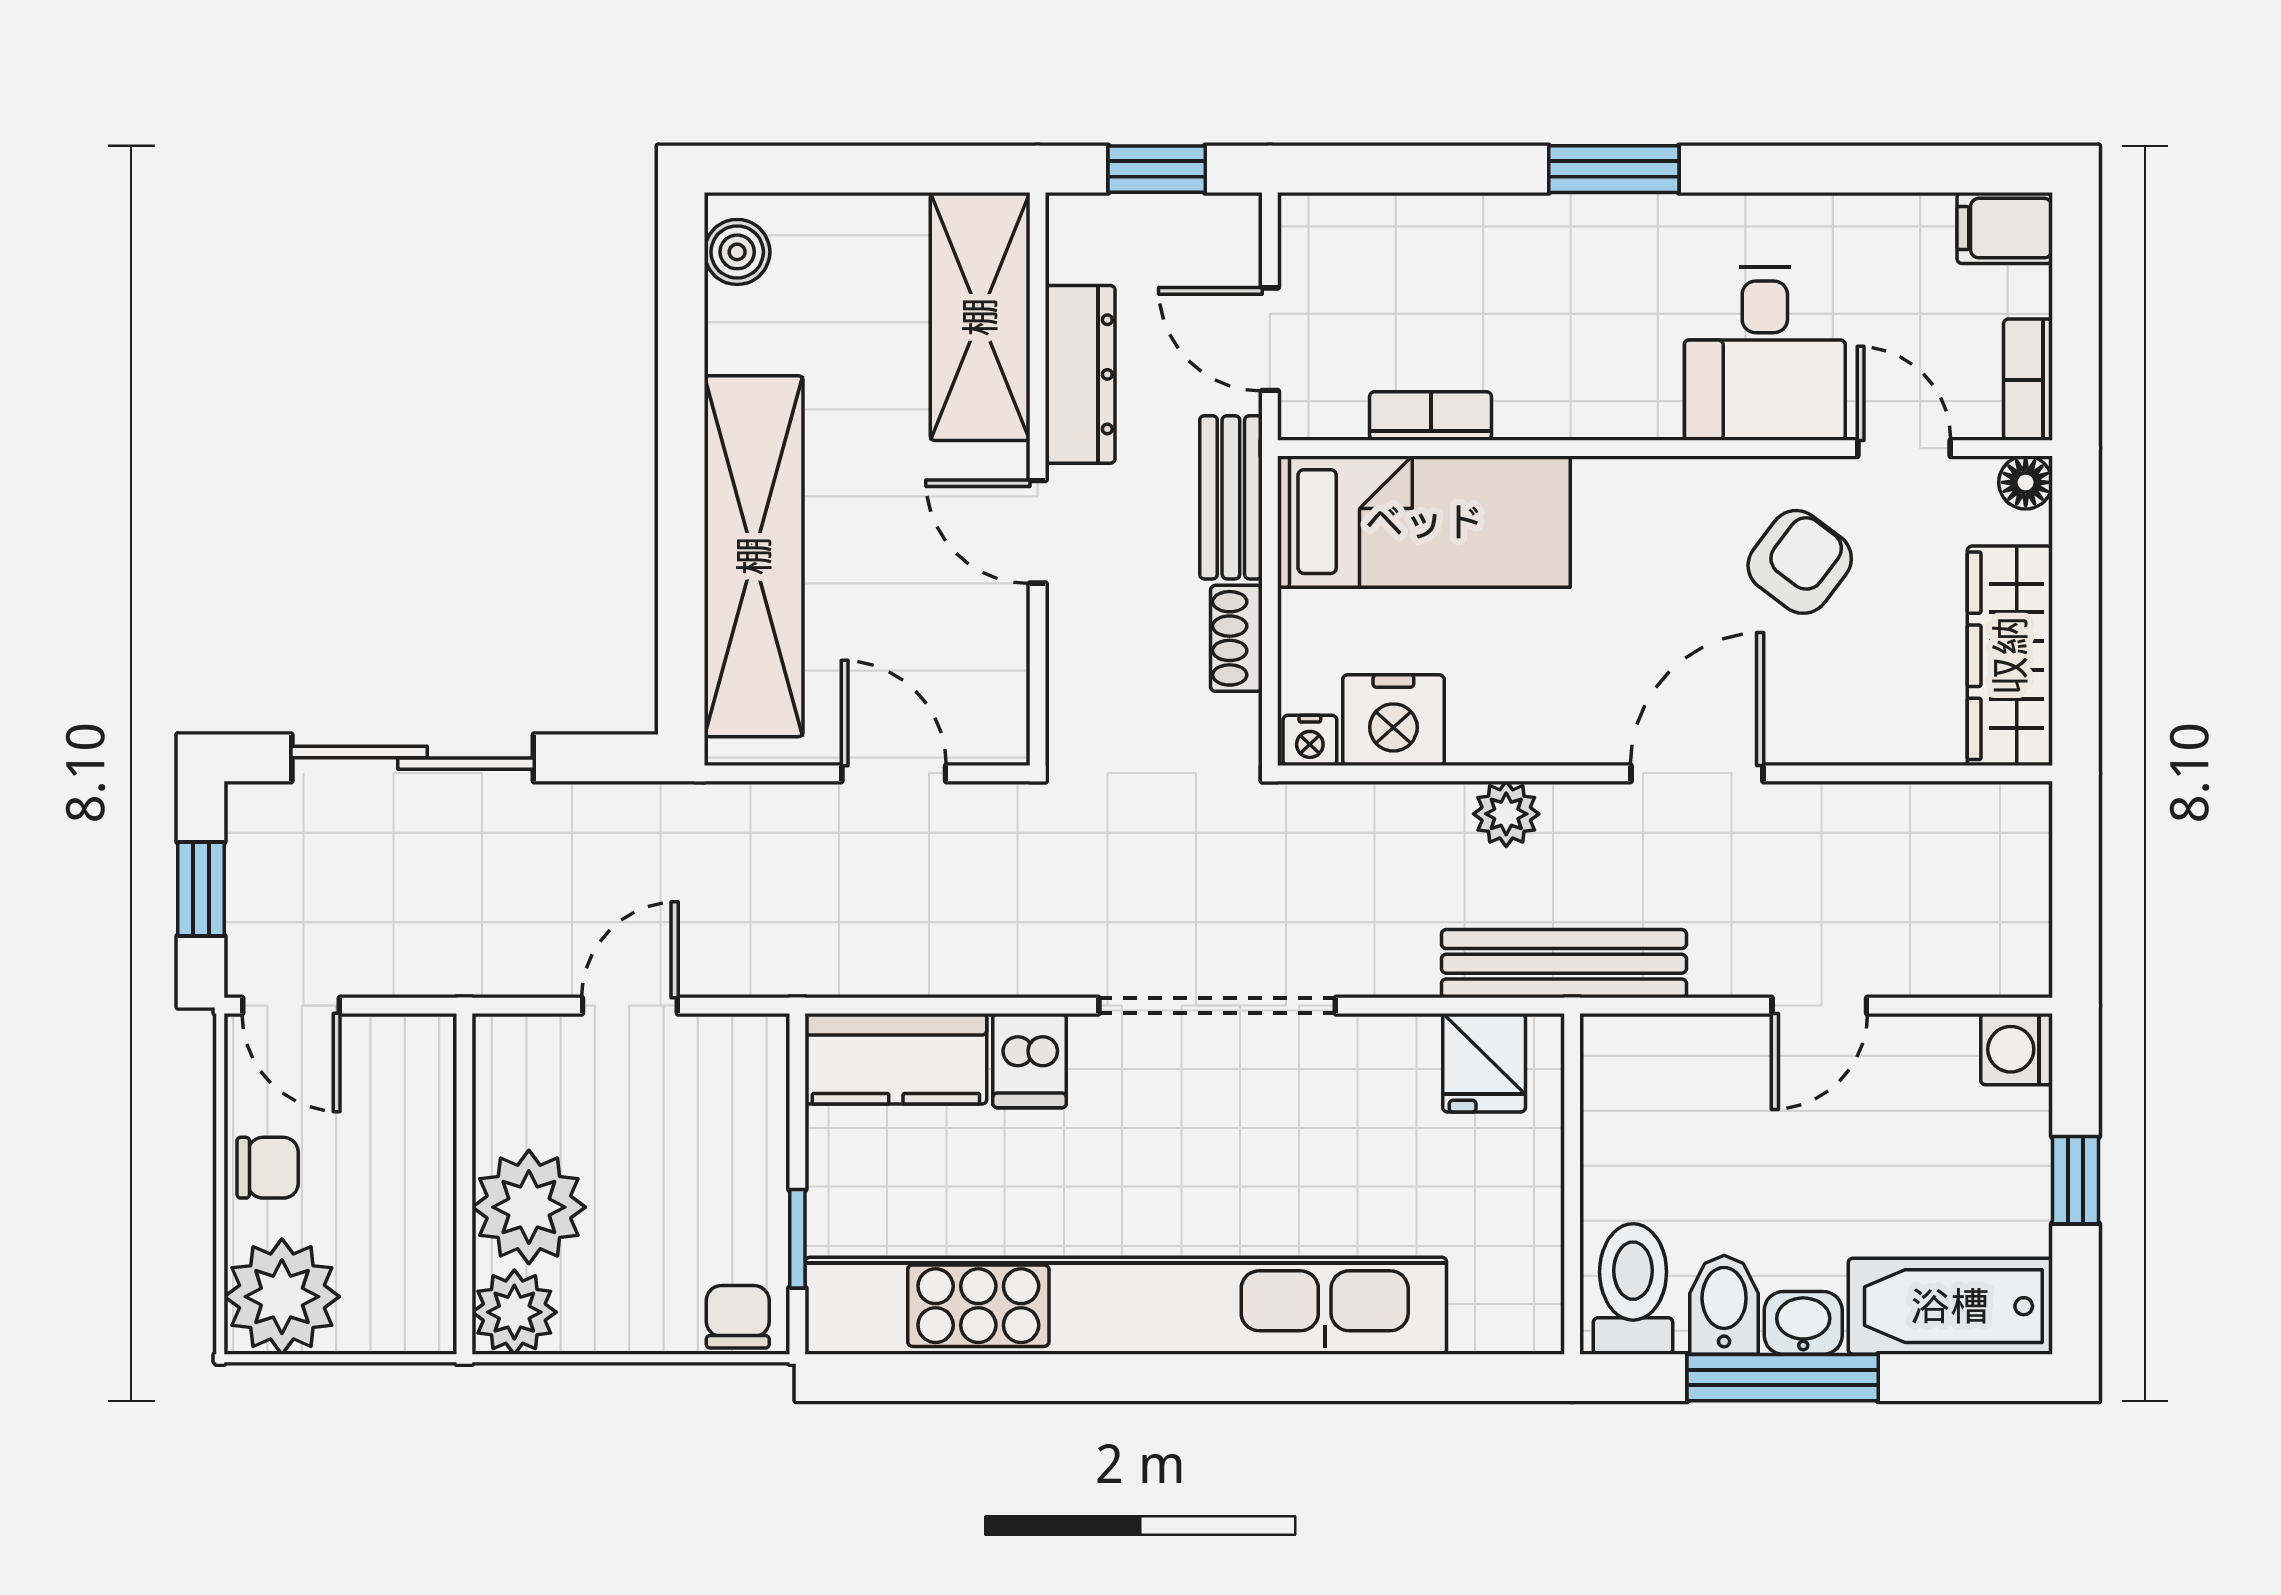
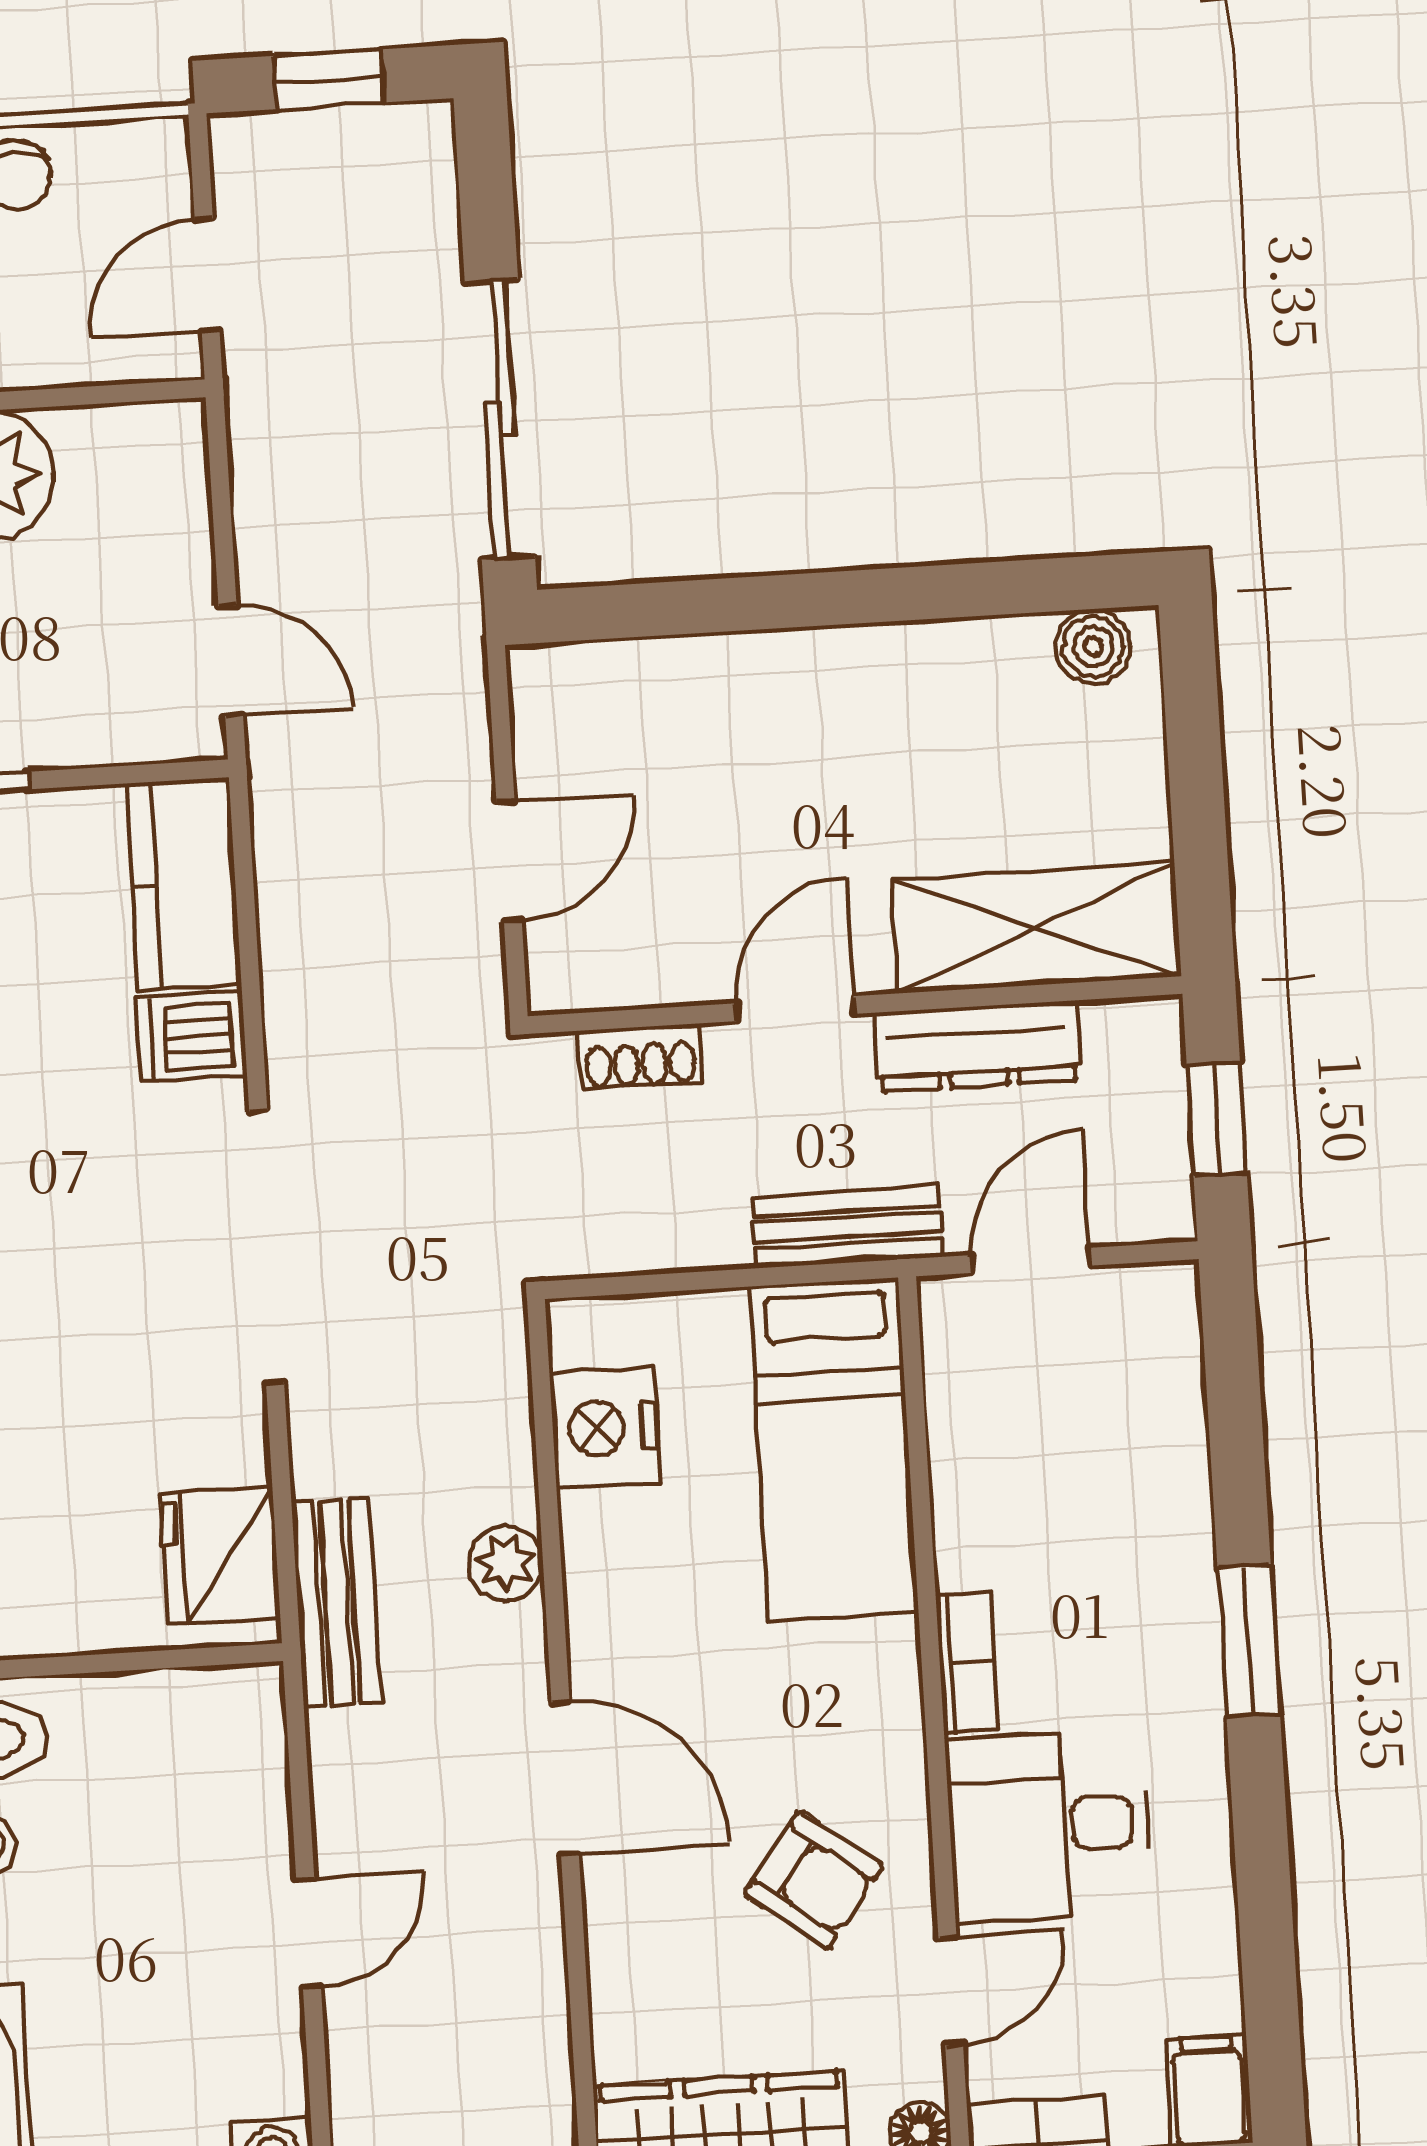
bookcase: (1431, 416) -> (967, 1662), moved
shelving: (754, 556) -> (747, 687), removed
shoe rack: (1236, 638) -> (640, 1057), moved, turned 180
nightstand: (1310, 740) -> (576, 1334), removed
sliding door: (413, 758) -> (500, 419), moved
bench: (1564, 964) -> (337, 1602), width x0.73
door: (291, 1006) -> (207, 275), moved
door: (630, 1006) -> (231, 661), moved
door: (1819, 1006) -> (309, 1934), swing flipped
fridge: (1484, 1063) -> (220, 1555), width x1.38

